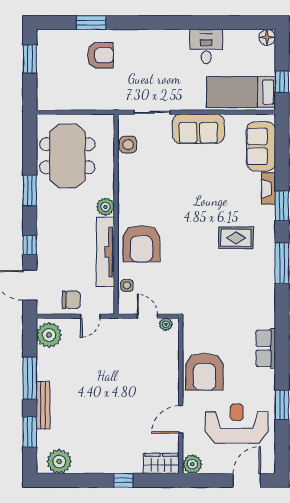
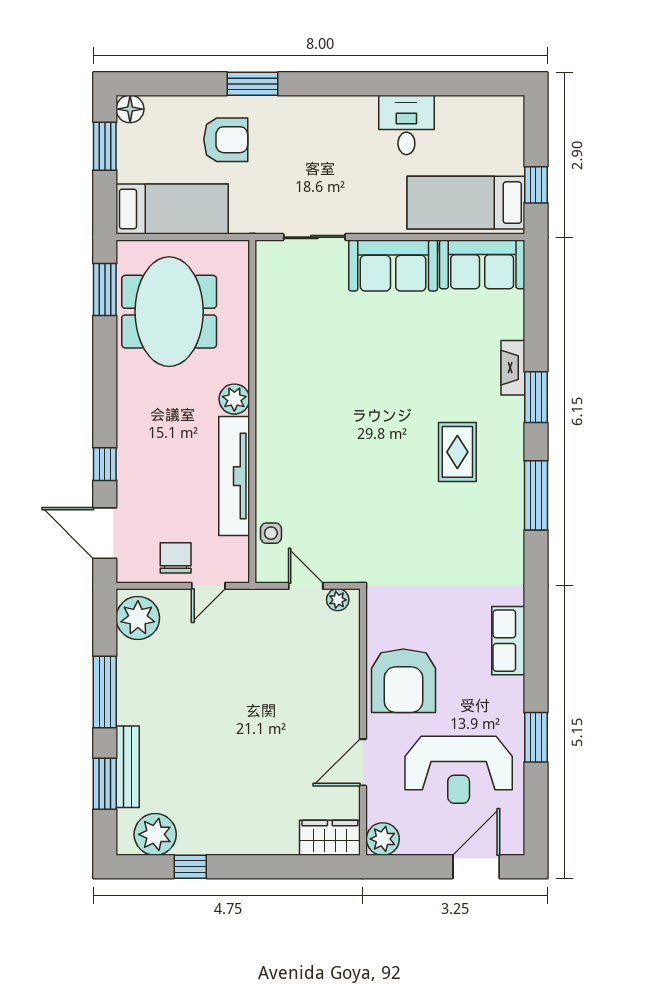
window: (91, 23) -> (252, 84), moved
floor lamp: (267, 37) -> (130, 109), moved
bed: (69, 96) -> (172, 209), added
side table: (128, 145) -> (273, 292), removed
sofa: (261, 146) -> (482, 264), moved, turned -90
window: (30, 191) -> (105, 289), moved
rug: (236, 238) -> (457, 452), turned 90
armchair: (141, 244) -> (296, 462), removed
chair: (71, 300) -> (176, 558), turned -90
bench: (43, 405) -> (128, 767), moved
reception desk: (237, 424) -> (459, 770), turned 180
window: (123, 480) -> (190, 867), moved

